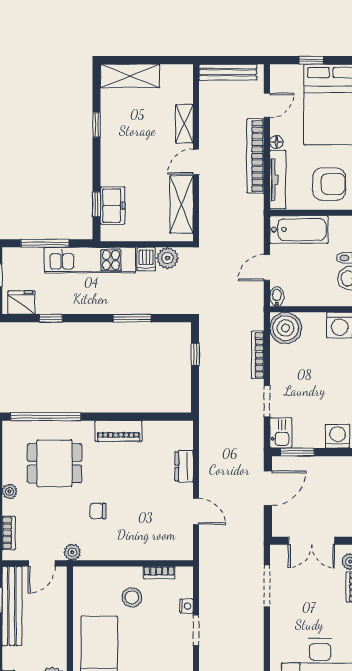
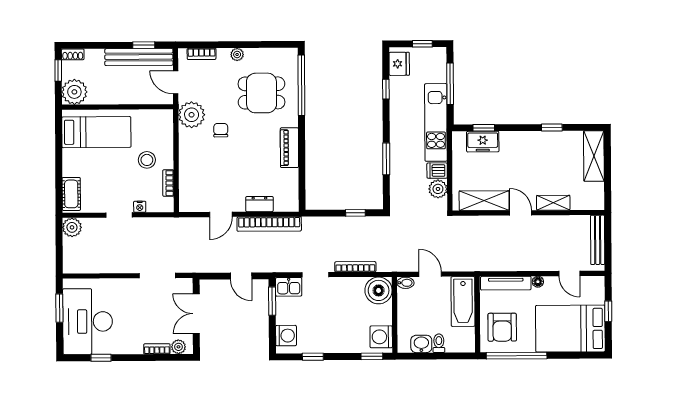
bookcase: (255, 156) -> (269, 224), moved, turned 180
dining table: (55, 463) -> (261, 93), turned 90
door: (268, 488) -> (241, 276), width x0.73
plant: (72, 552) -> (192, 115), width x1.88, depth x1.88

